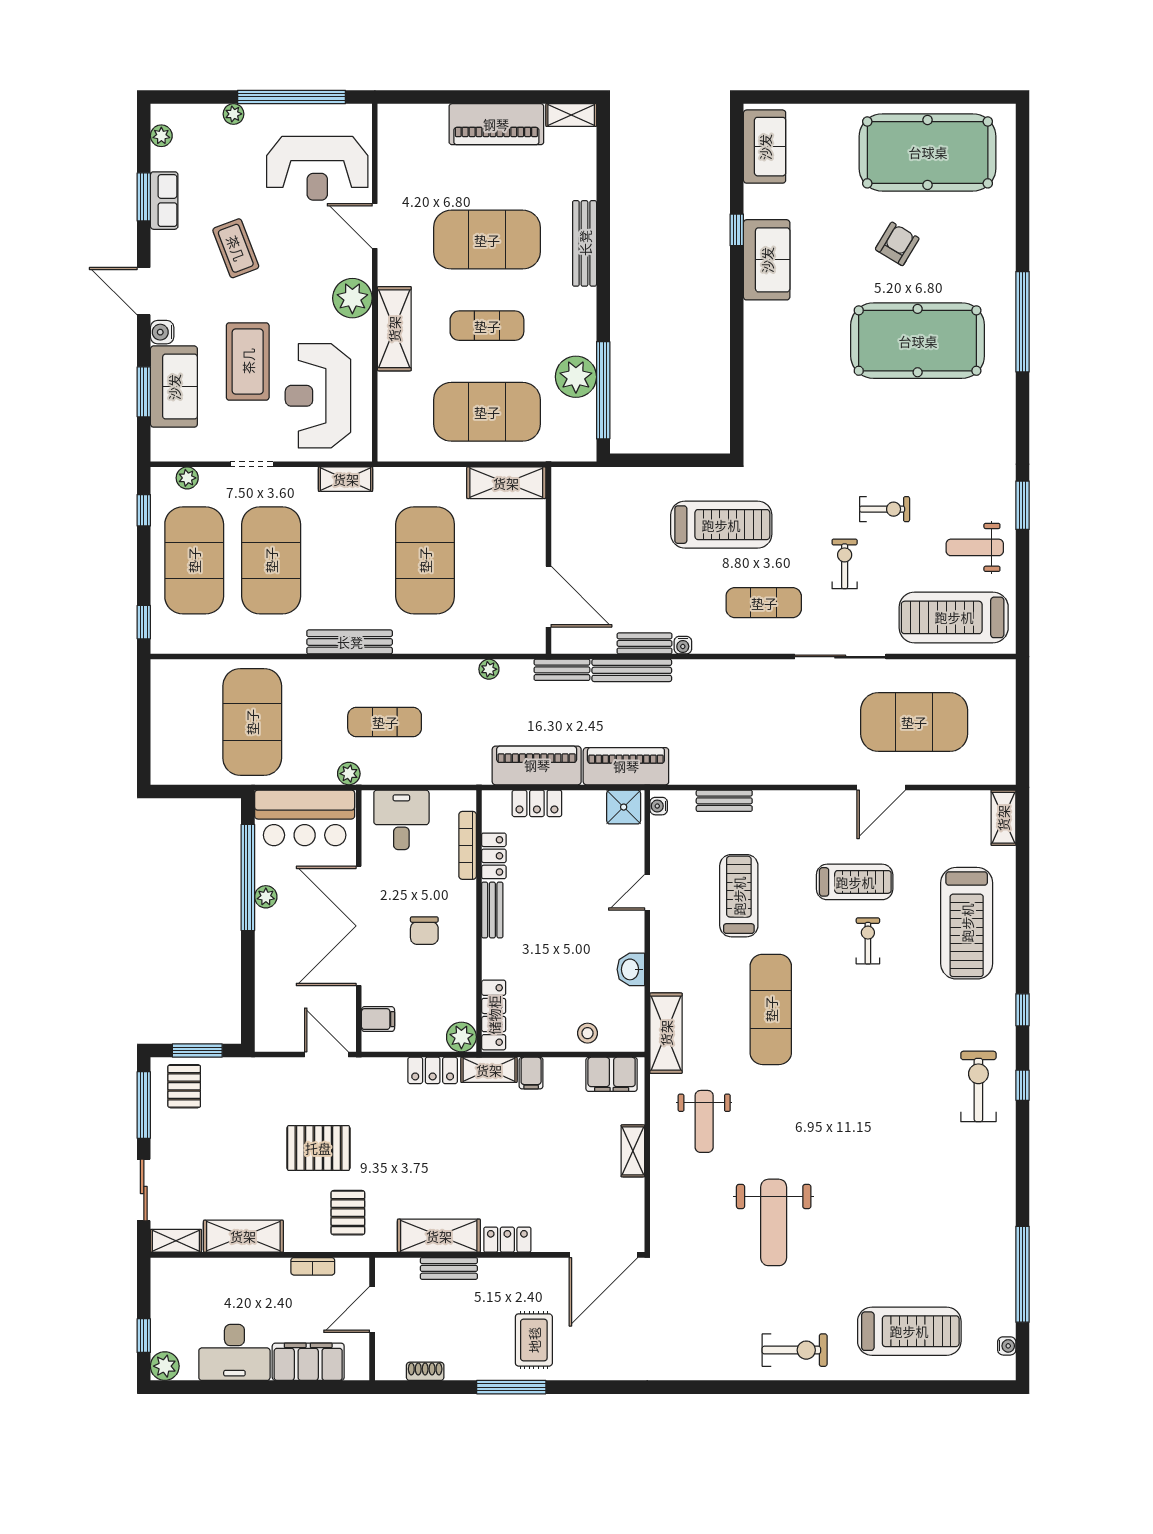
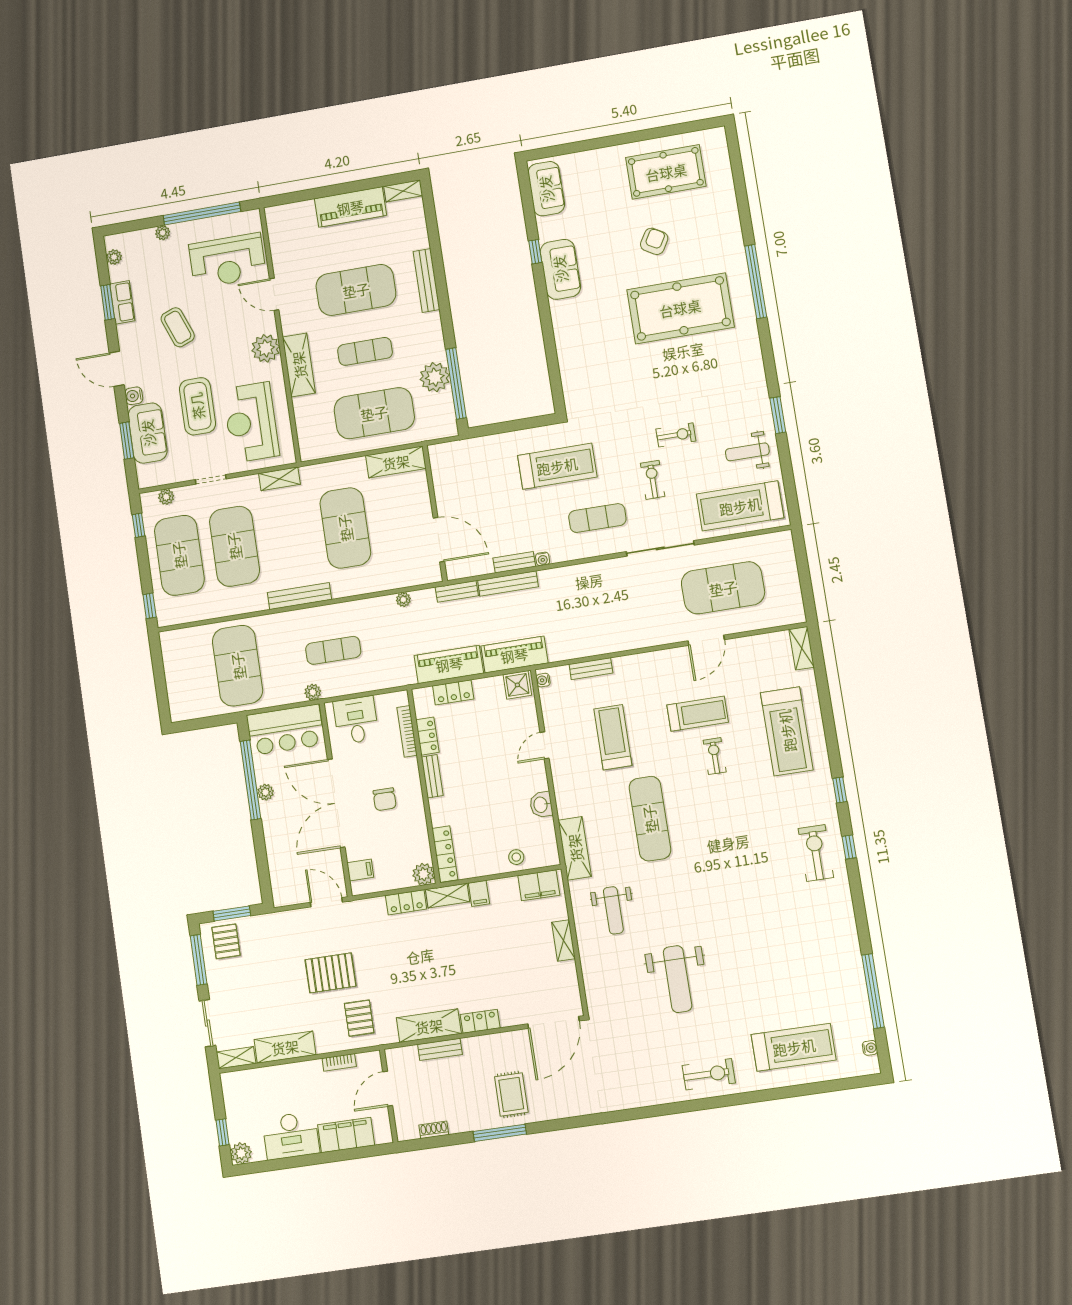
pool table: (928, 152) -> (666, 172), width x0.73, depth x0.76

